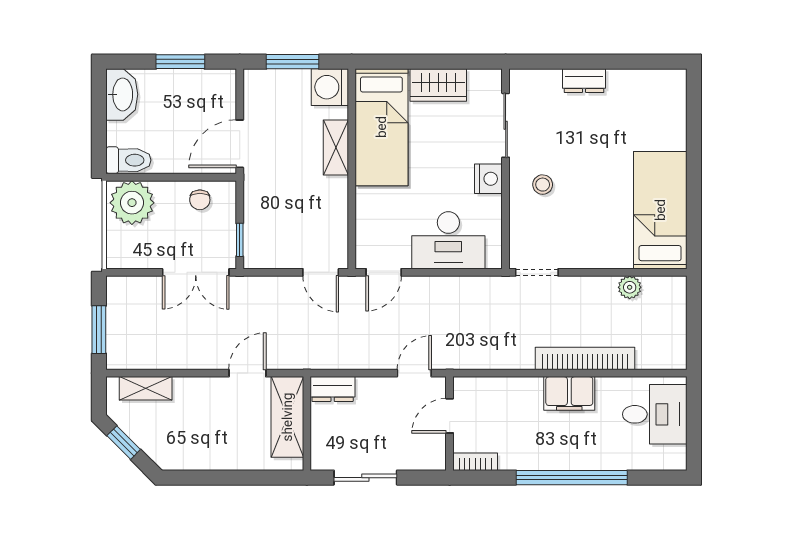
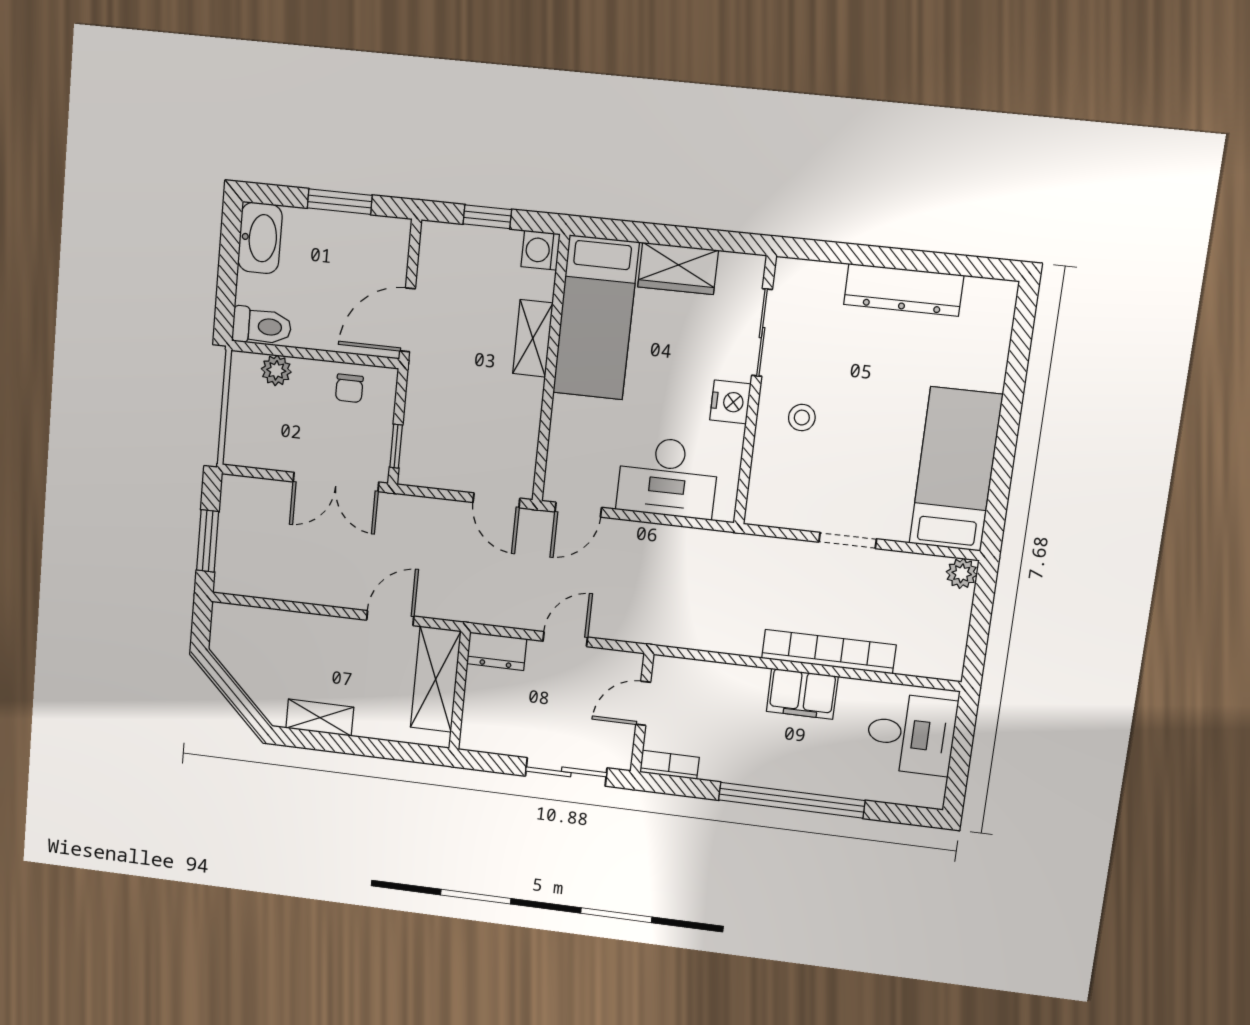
window: (293, 62) -> (487, 217), width x0.67
dresser: (584, 81) -> (904, 290), width x1.96, depth x1.24
washing machine: (330, 87) -> (541, 250), width x0.73, depth x0.73
plant: (132, 203) -> (276, 370), width x0.53, depth x0.53
doorway: (537, 272) -> (848, 540), moved
plant: (630, 287) -> (962, 573), moved
door: (414, 373) -> (565, 639), moved
shelving: (146, 388) -> (320, 718), moved
window: (124, 443) -> (228, 686), removed
sliding door: (365, 478) -> (566, 772), moved

